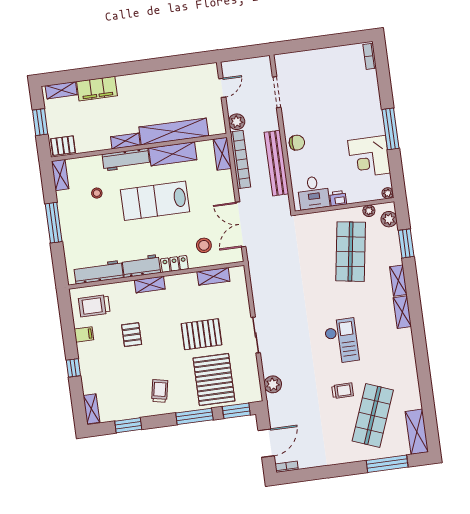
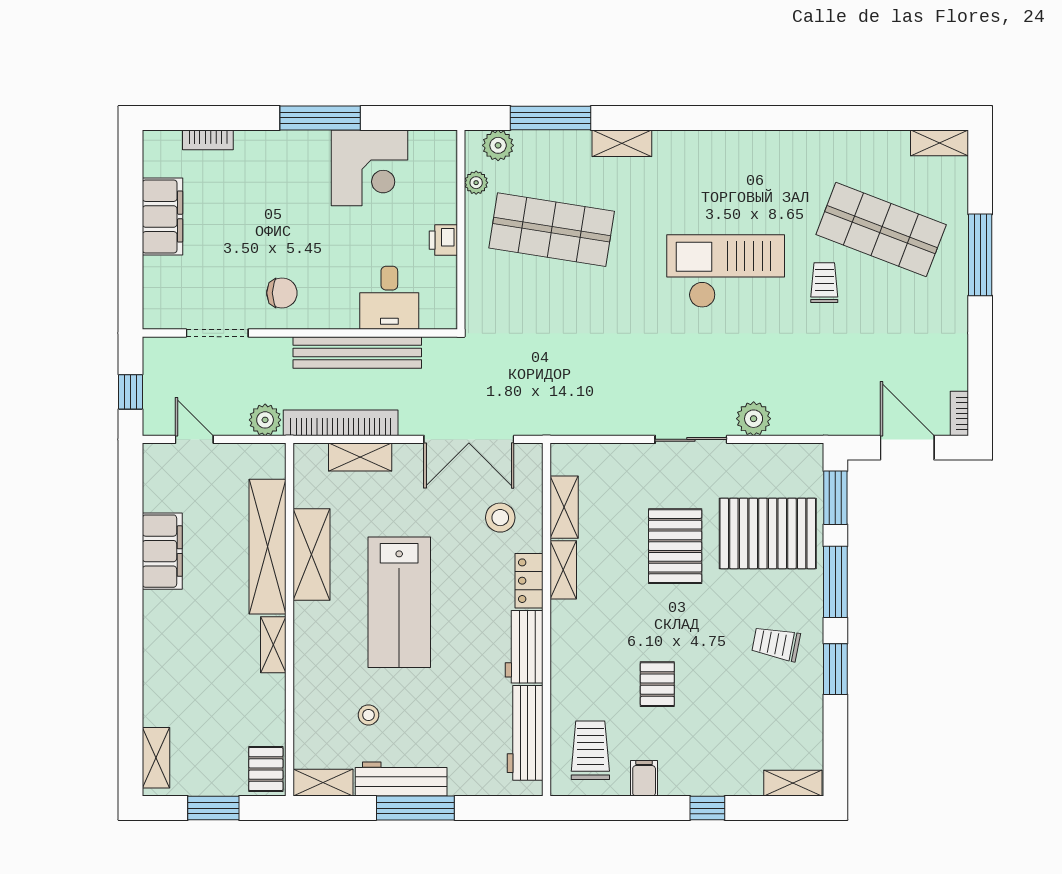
window: (242, 53) -> (131, 392), added
bookcase: (370, 56) -> (208, 140), moved
filing cabinet: (331, 57) -> (162, 217), added
filing cabinet: (97, 89) -> (162, 551), moved
chair: (297, 143) -> (282, 293), moved, turned 90
shelving: (222, 154) -> (360, 457), moved
workbench: (126, 160) -> (401, 779), moved, turned -90
desk: (313, 193) -> (389, 298), moved, turned 90
plant: (388, 193) -> (446, 141), removed
window: (406, 243) -> (551, 118), width x1.44
shelving: (150, 285) -> (563, 570), moved
trolley: (94, 306) -> (590, 750), turned 180
shelving: (402, 312) -> (685, 144), removed
pallet: (132, 335) -> (657, 684), turned 90
checkout: (342, 341) -> (726, 271), width x1.36, depth x1.21
plant: (273, 384) -> (754, 419), moved
window: (128, 425) -> (835, 669), moved
shelving: (417, 432) -> (939, 143), width x0.67, depth x0.75
window: (387, 464) -> (980, 255), moved

